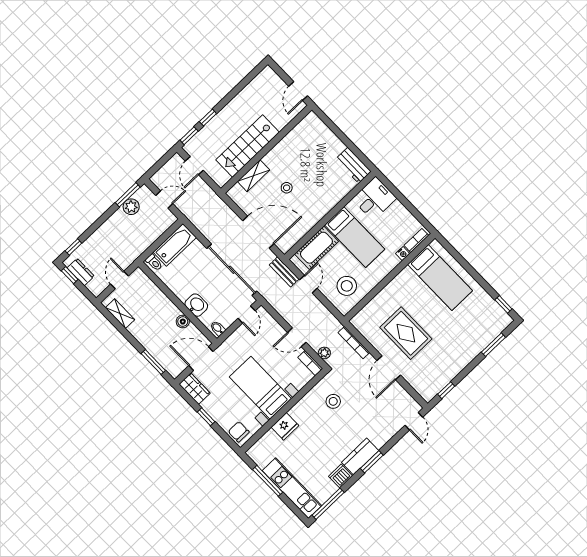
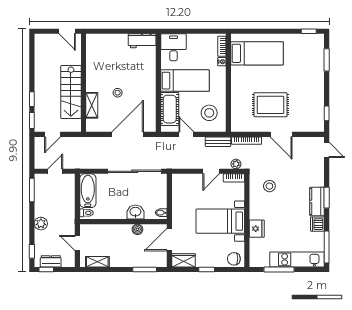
door: (194, 166) -> (52, 134), hinge flipped
plant: (131, 207) -> (41, 224), moved
bench: (284, 272) -> (218, 142), moved
door: (247, 315) -> (169, 188), removed

